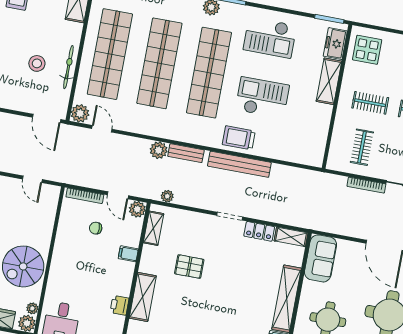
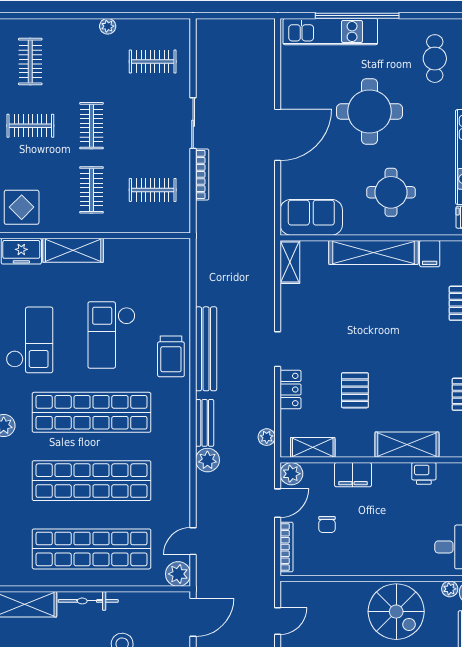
bicycle: (68, 67) -> (88, 601), moved
locker: (259, 231) -> (291, 390), moved
filing cabinet: (128, 254) -> (353, 475), width x2.00

